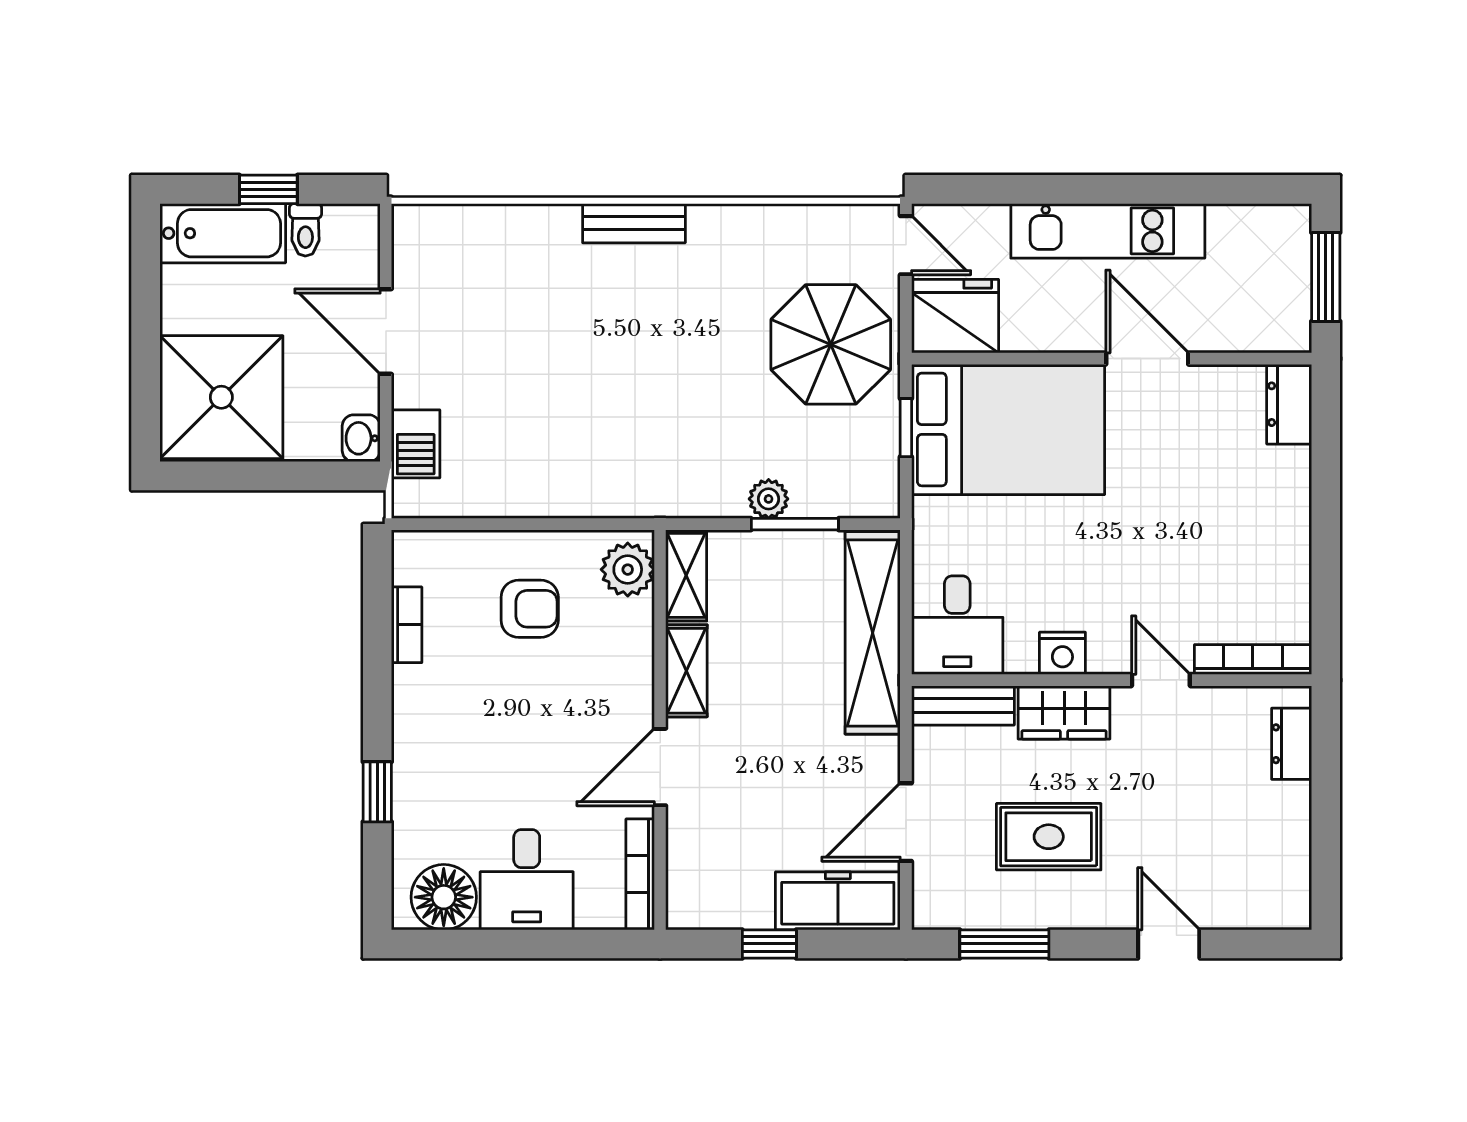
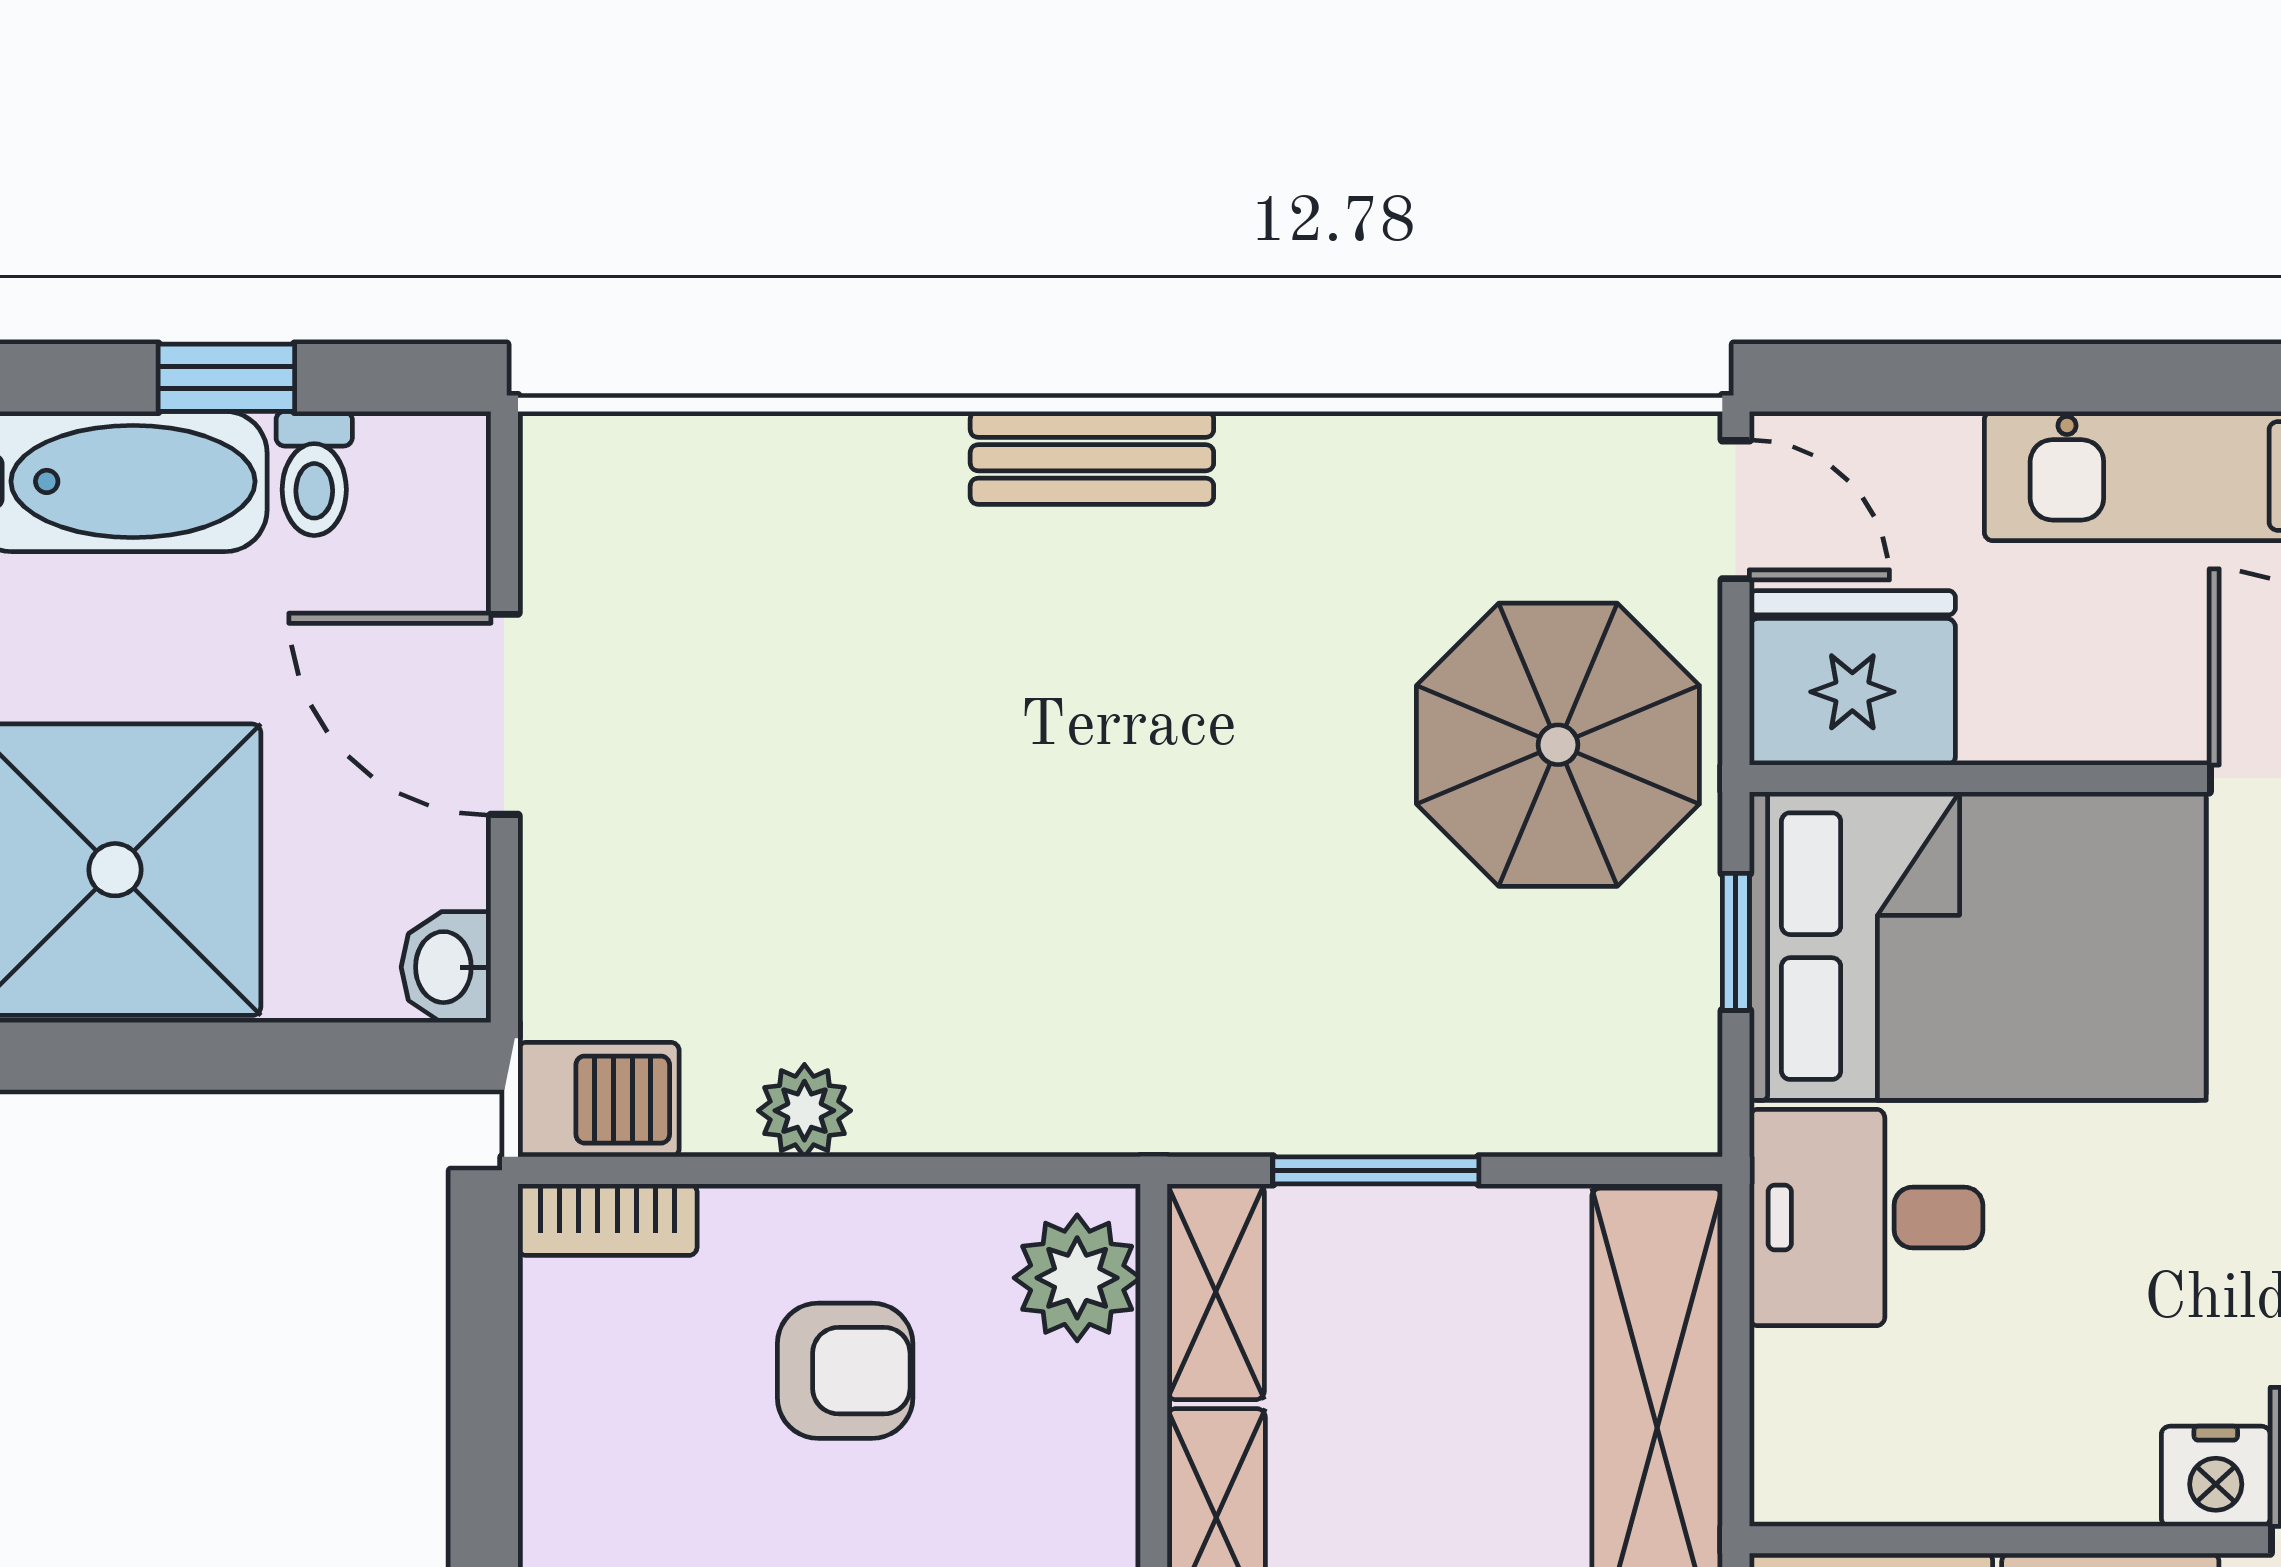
barbecue: (416, 444) -> (599, 1100), moved, turned -90
plant: (769, 499) -> (804, 1111), moved
window: (795, 524) -> (1376, 1170), moved
bookcase: (407, 625) -> (608, 1220), moved, turned 90
desk: (957, 625) -> (1866, 1218), moved, turned 90
nightstand: (1062, 653) -> (2216, 1476), moved

